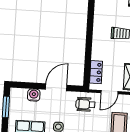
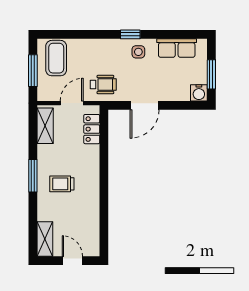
water cooler: (34, 95) -> (199, 93), moved

